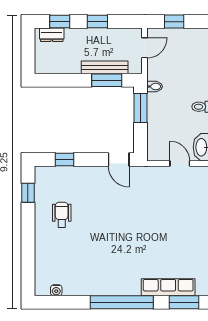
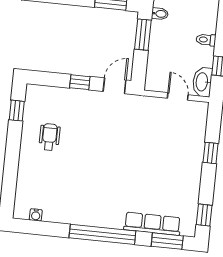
window: (65, 160) -> (80, 82), moved
door: (119, 160) -> (115, 86), swing flipped

